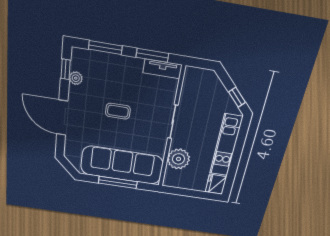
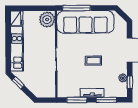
tv unit: (162, 69) -> (92, 93), moved
plant: (178, 159) -> (47, 20), moved
window: (118, 182) -> (77, 8), moved

